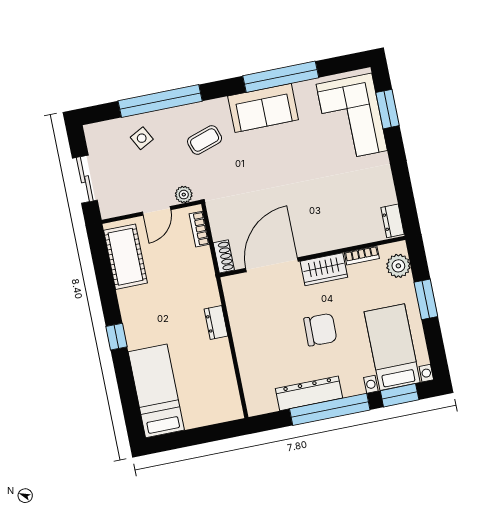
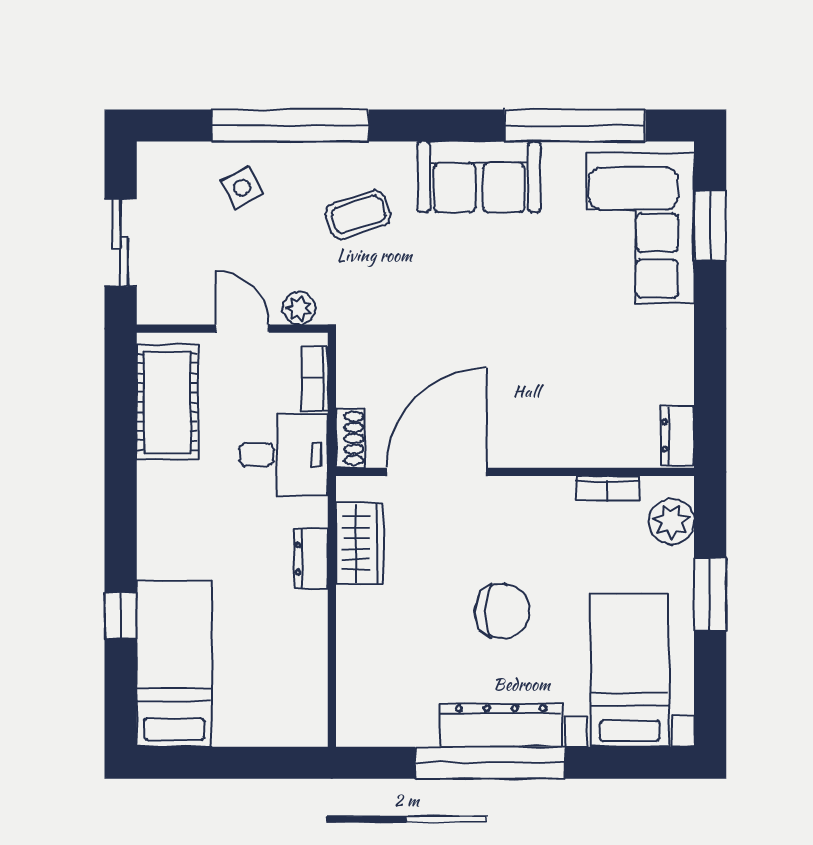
window: (281, 77) -> (575, 125), moved
door: (157, 211) -> (242, 329), swing flipped
wardrobe: (324, 269) -> (360, 543), moved, turned -90
desk: (191, 272) -> (284, 455), added
window: (117, 337) -> (121, 616), moved
dresser: (309, 393) -> (501, 725), moved
window: (400, 395) -> (625, 763), removed

